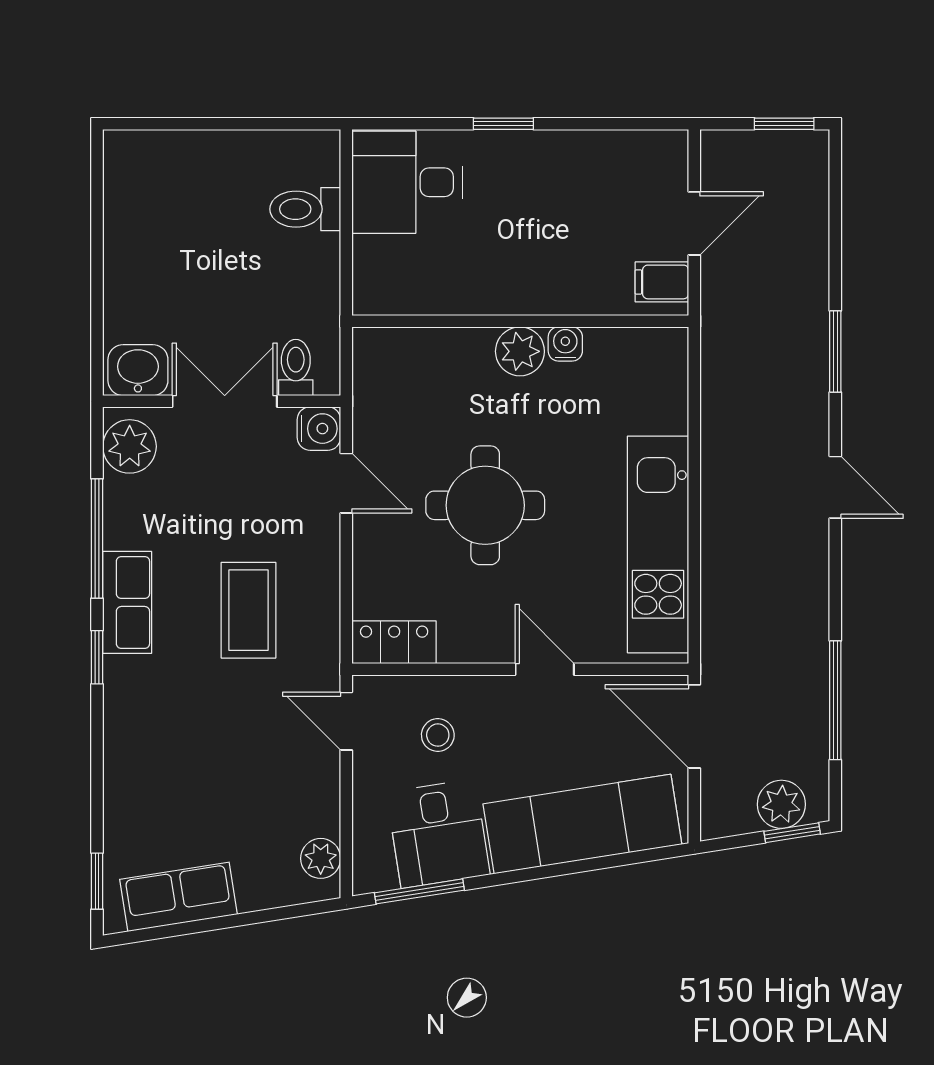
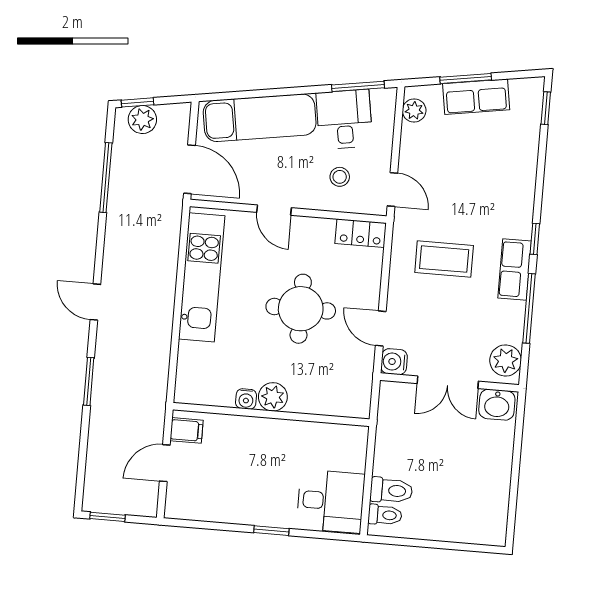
toilet: (296, 367) -> (385, 515), moved, turned -90
coffee table: (249, 610) -> (444, 259), turned 90
row of seats: (178, 897) -> (476, 97), moved
window: (238, 920) -> (466, 79), added

